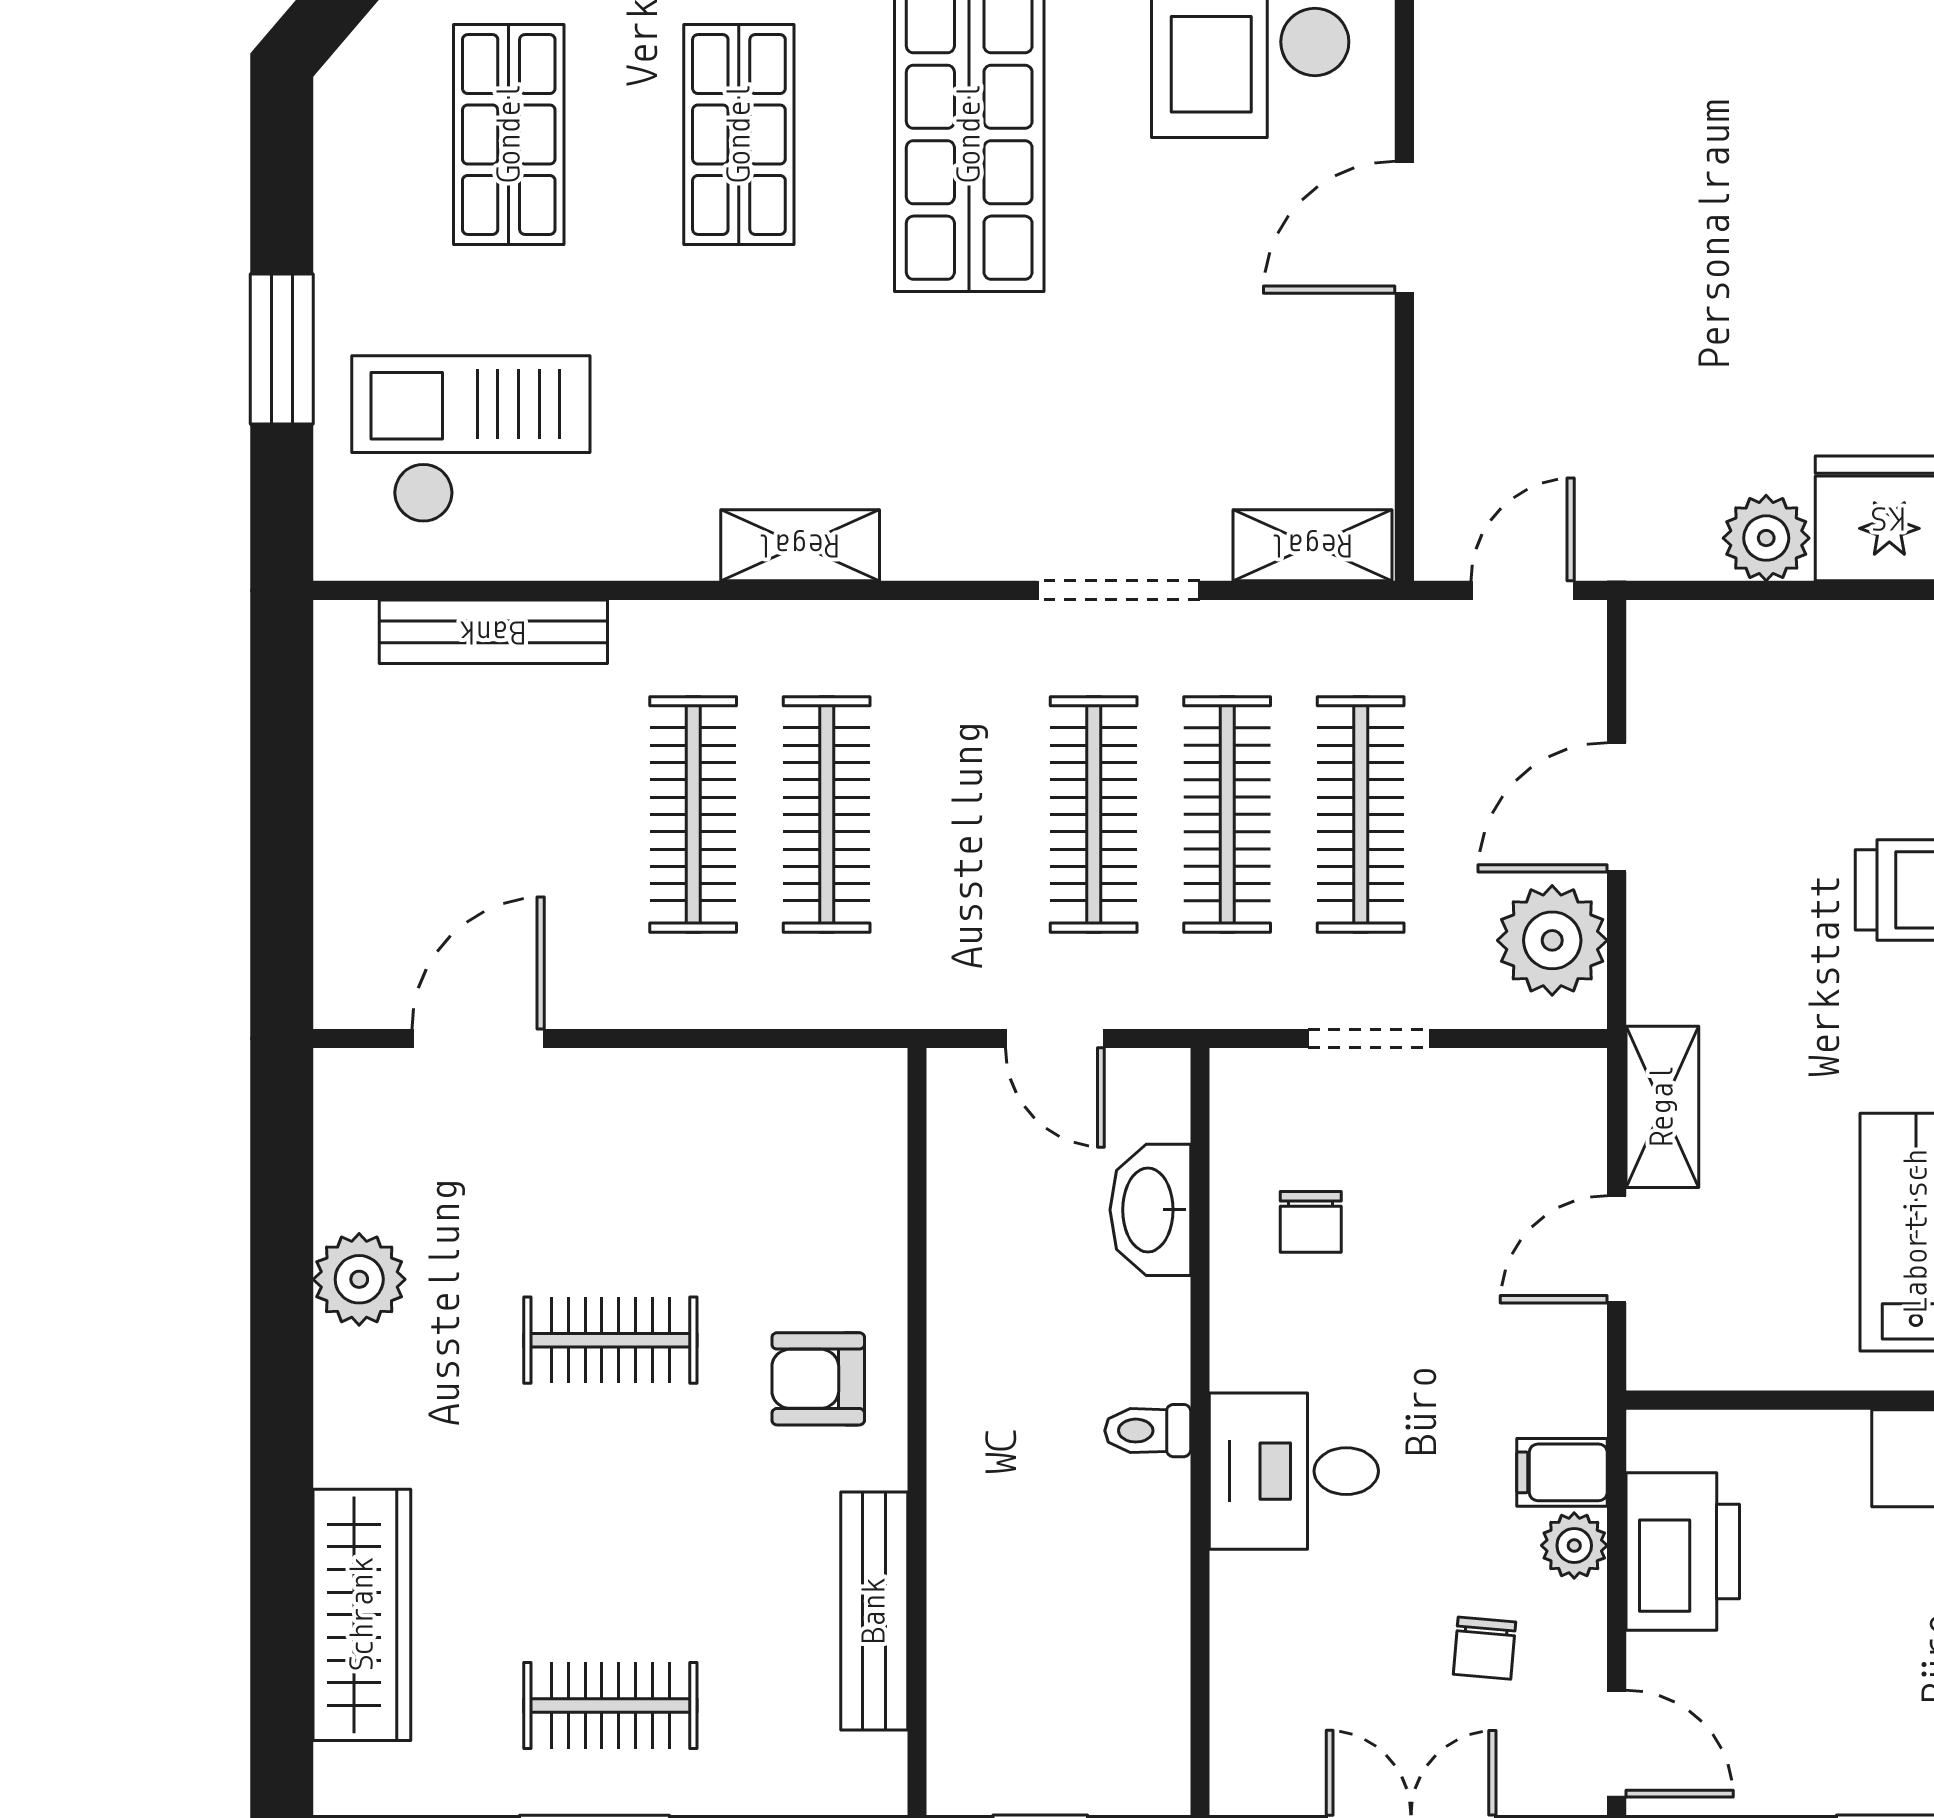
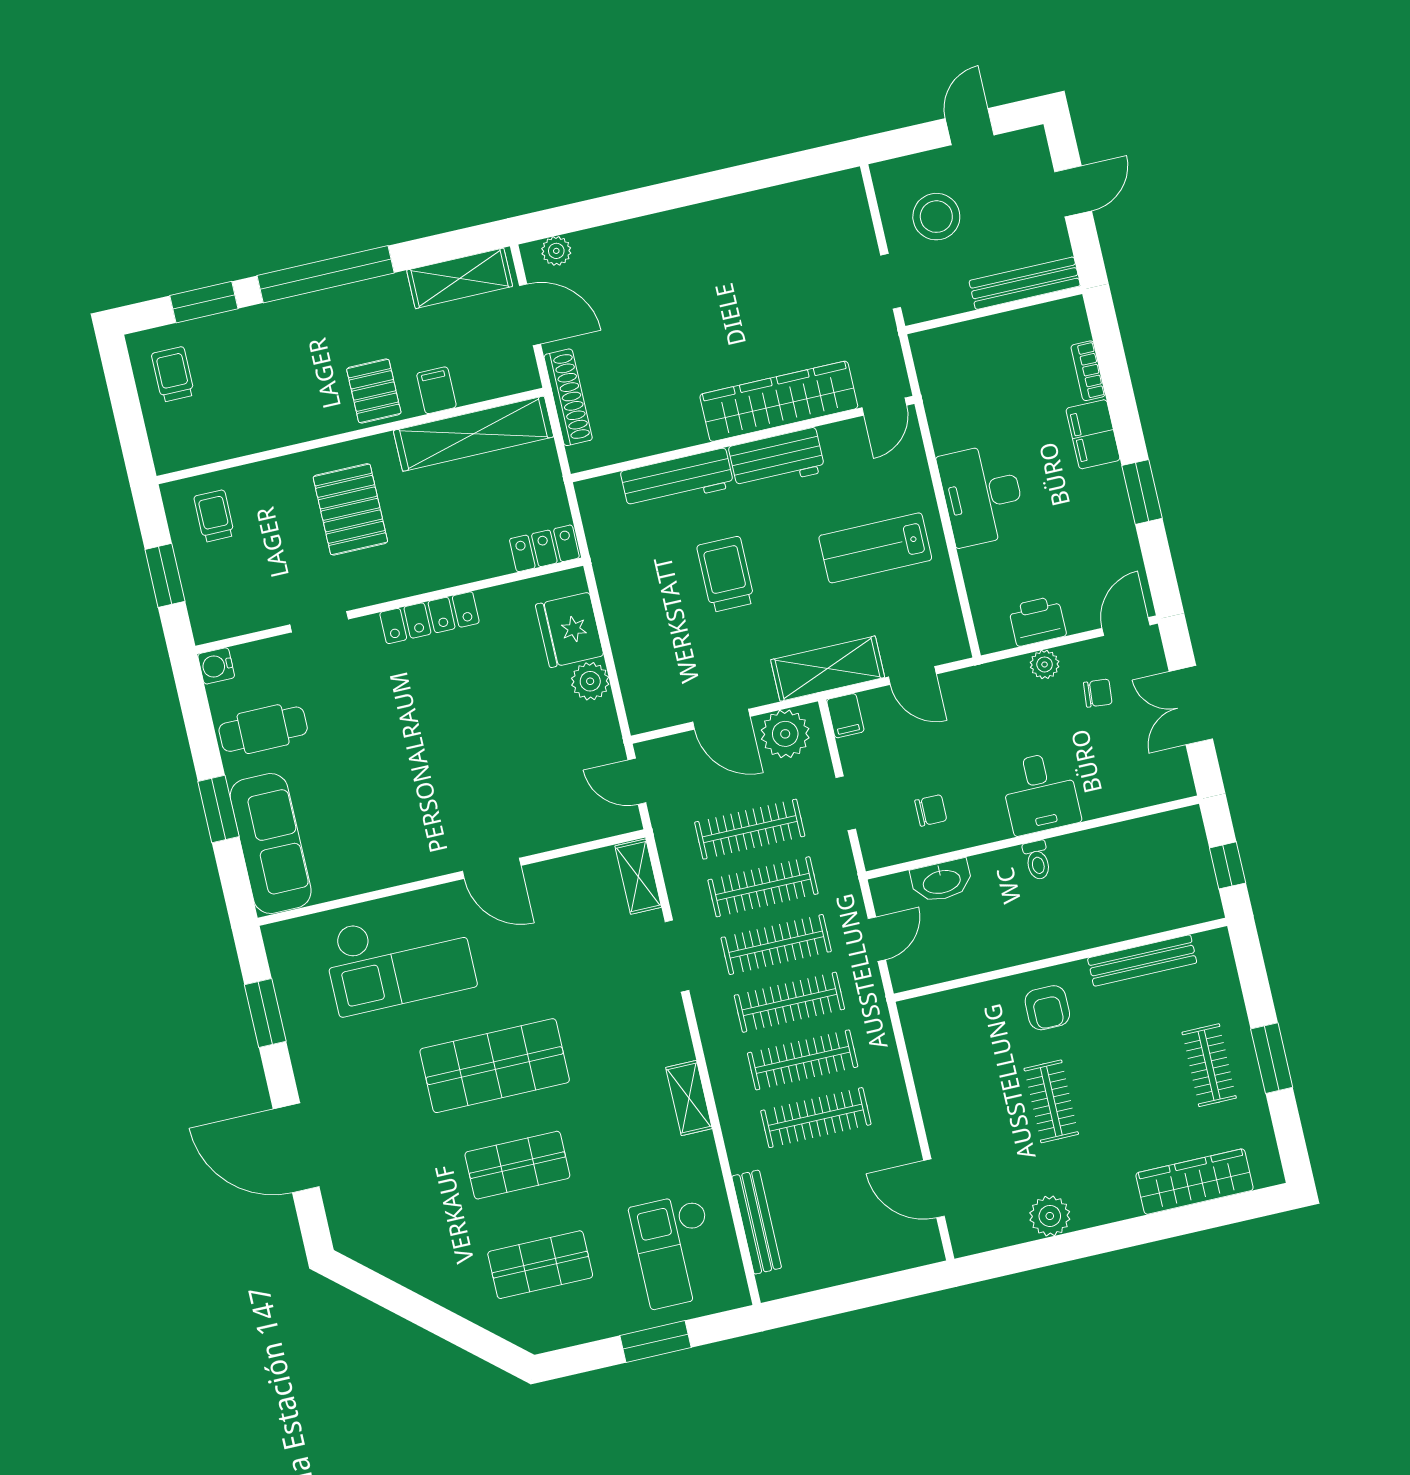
clothes rail: (960, 814) -> (789, 1002), added
shelving: (1662, 1107) -> (828, 669), width x1.50, depth x1.33
filing cabinet: (1562, 1472) -> (845, 716), moved
printer: (1683, 1551) -> (1037, 621), width x0.73, depth x0.84

